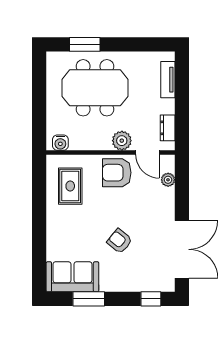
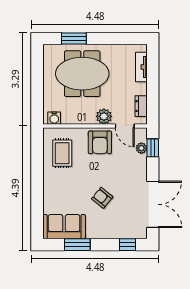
armchair: (117, 173) -> (100, 142), turned -90
window: (182, 179) -> (153, 148), added

